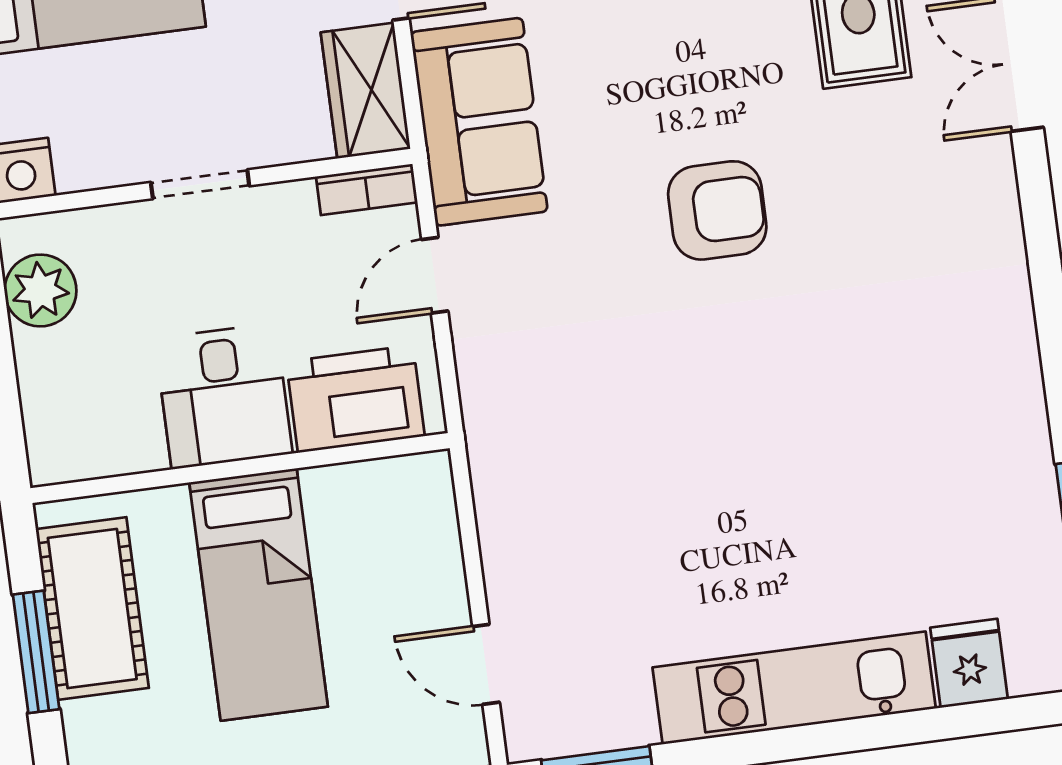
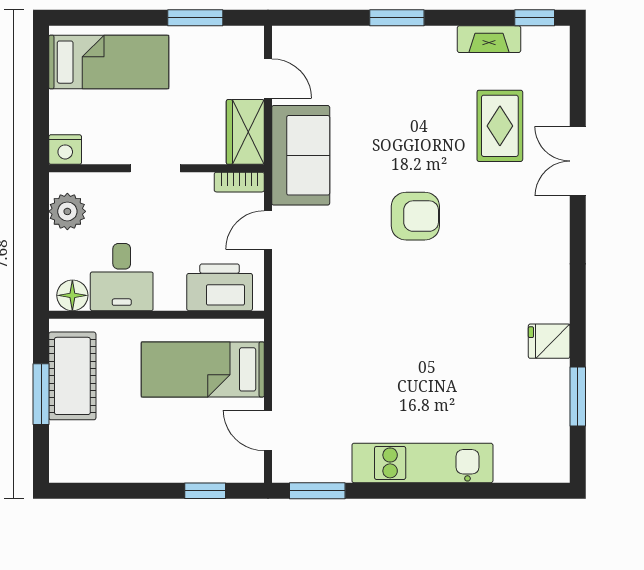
desk: (224, 396) -> (122, 277), moved
floor lamp: (72, 452) -> (72, 295), added
bed: (259, 594) -> (203, 369), moved, turned 90
fridge: (969, 663) -> (549, 341), moved, turned -90

